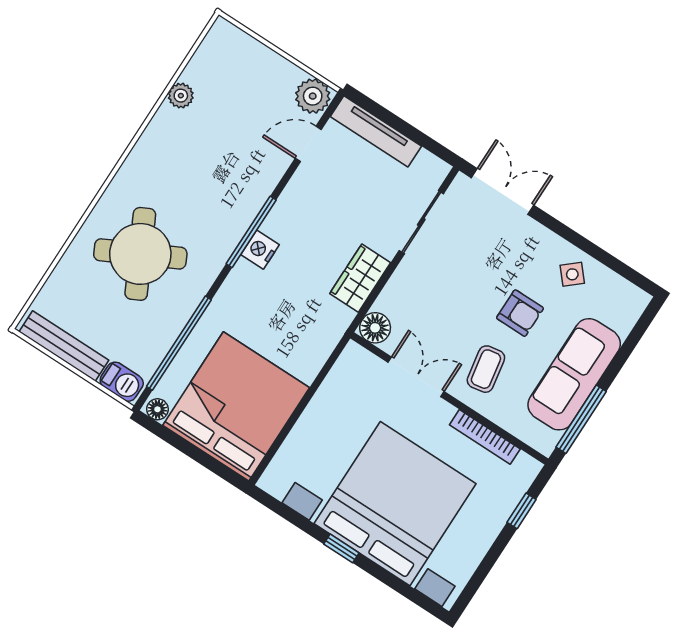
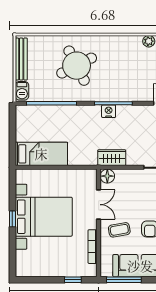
wardrobe: (360, 278) -> (112, 158), moved
bed: (236, 406) -> (41, 154), width x0.49
floor lamp: (157, 409) -> (20, 112), removed
bed with nightstands: (395, 504) -> (44, 217), width x0.73

